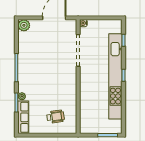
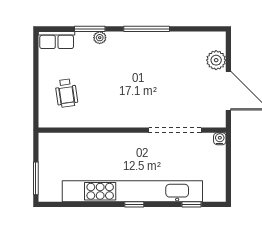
plant: (24, 25) -> (216, 60), moved
row of seats: (23, 117) -> (57, 40), width x0.68

